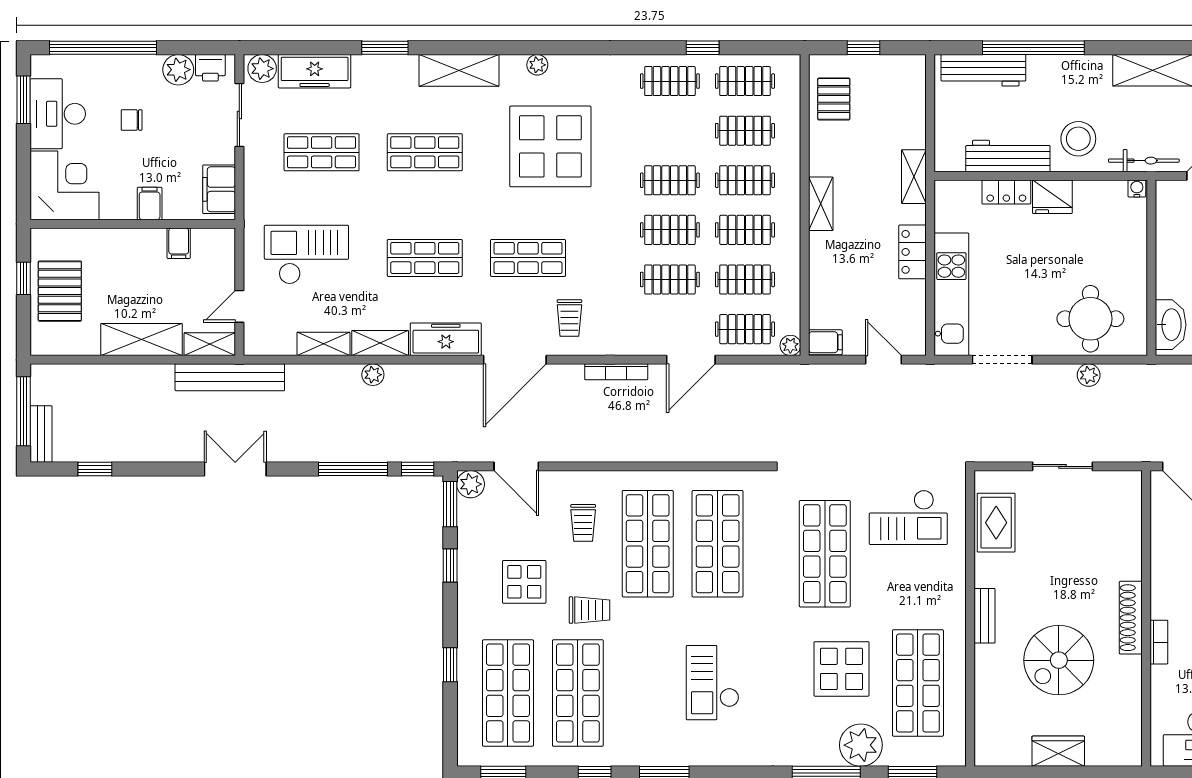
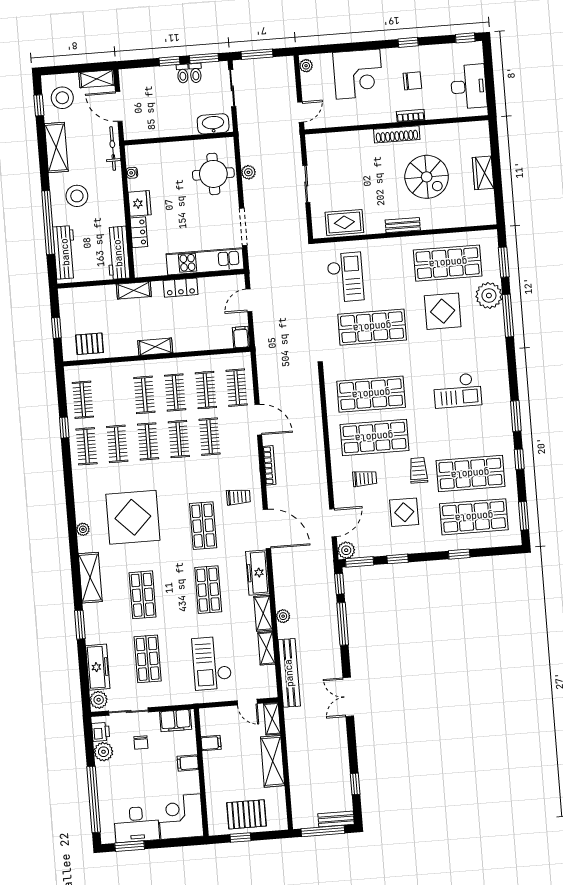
chair: (132, 120) -> (141, 742), moved
clothes rail: (745, 131) -> (117, 444), moved
stool: (1078, 139) -> (77, 196), moved
workbench: (1008, 156) -> (118, 253), moved
water cooler: (1137, 188) -> (132, 173), moved
plant: (790, 345) -> (245, 359), removed
bench: (230, 377) -> (289, 673), moved

